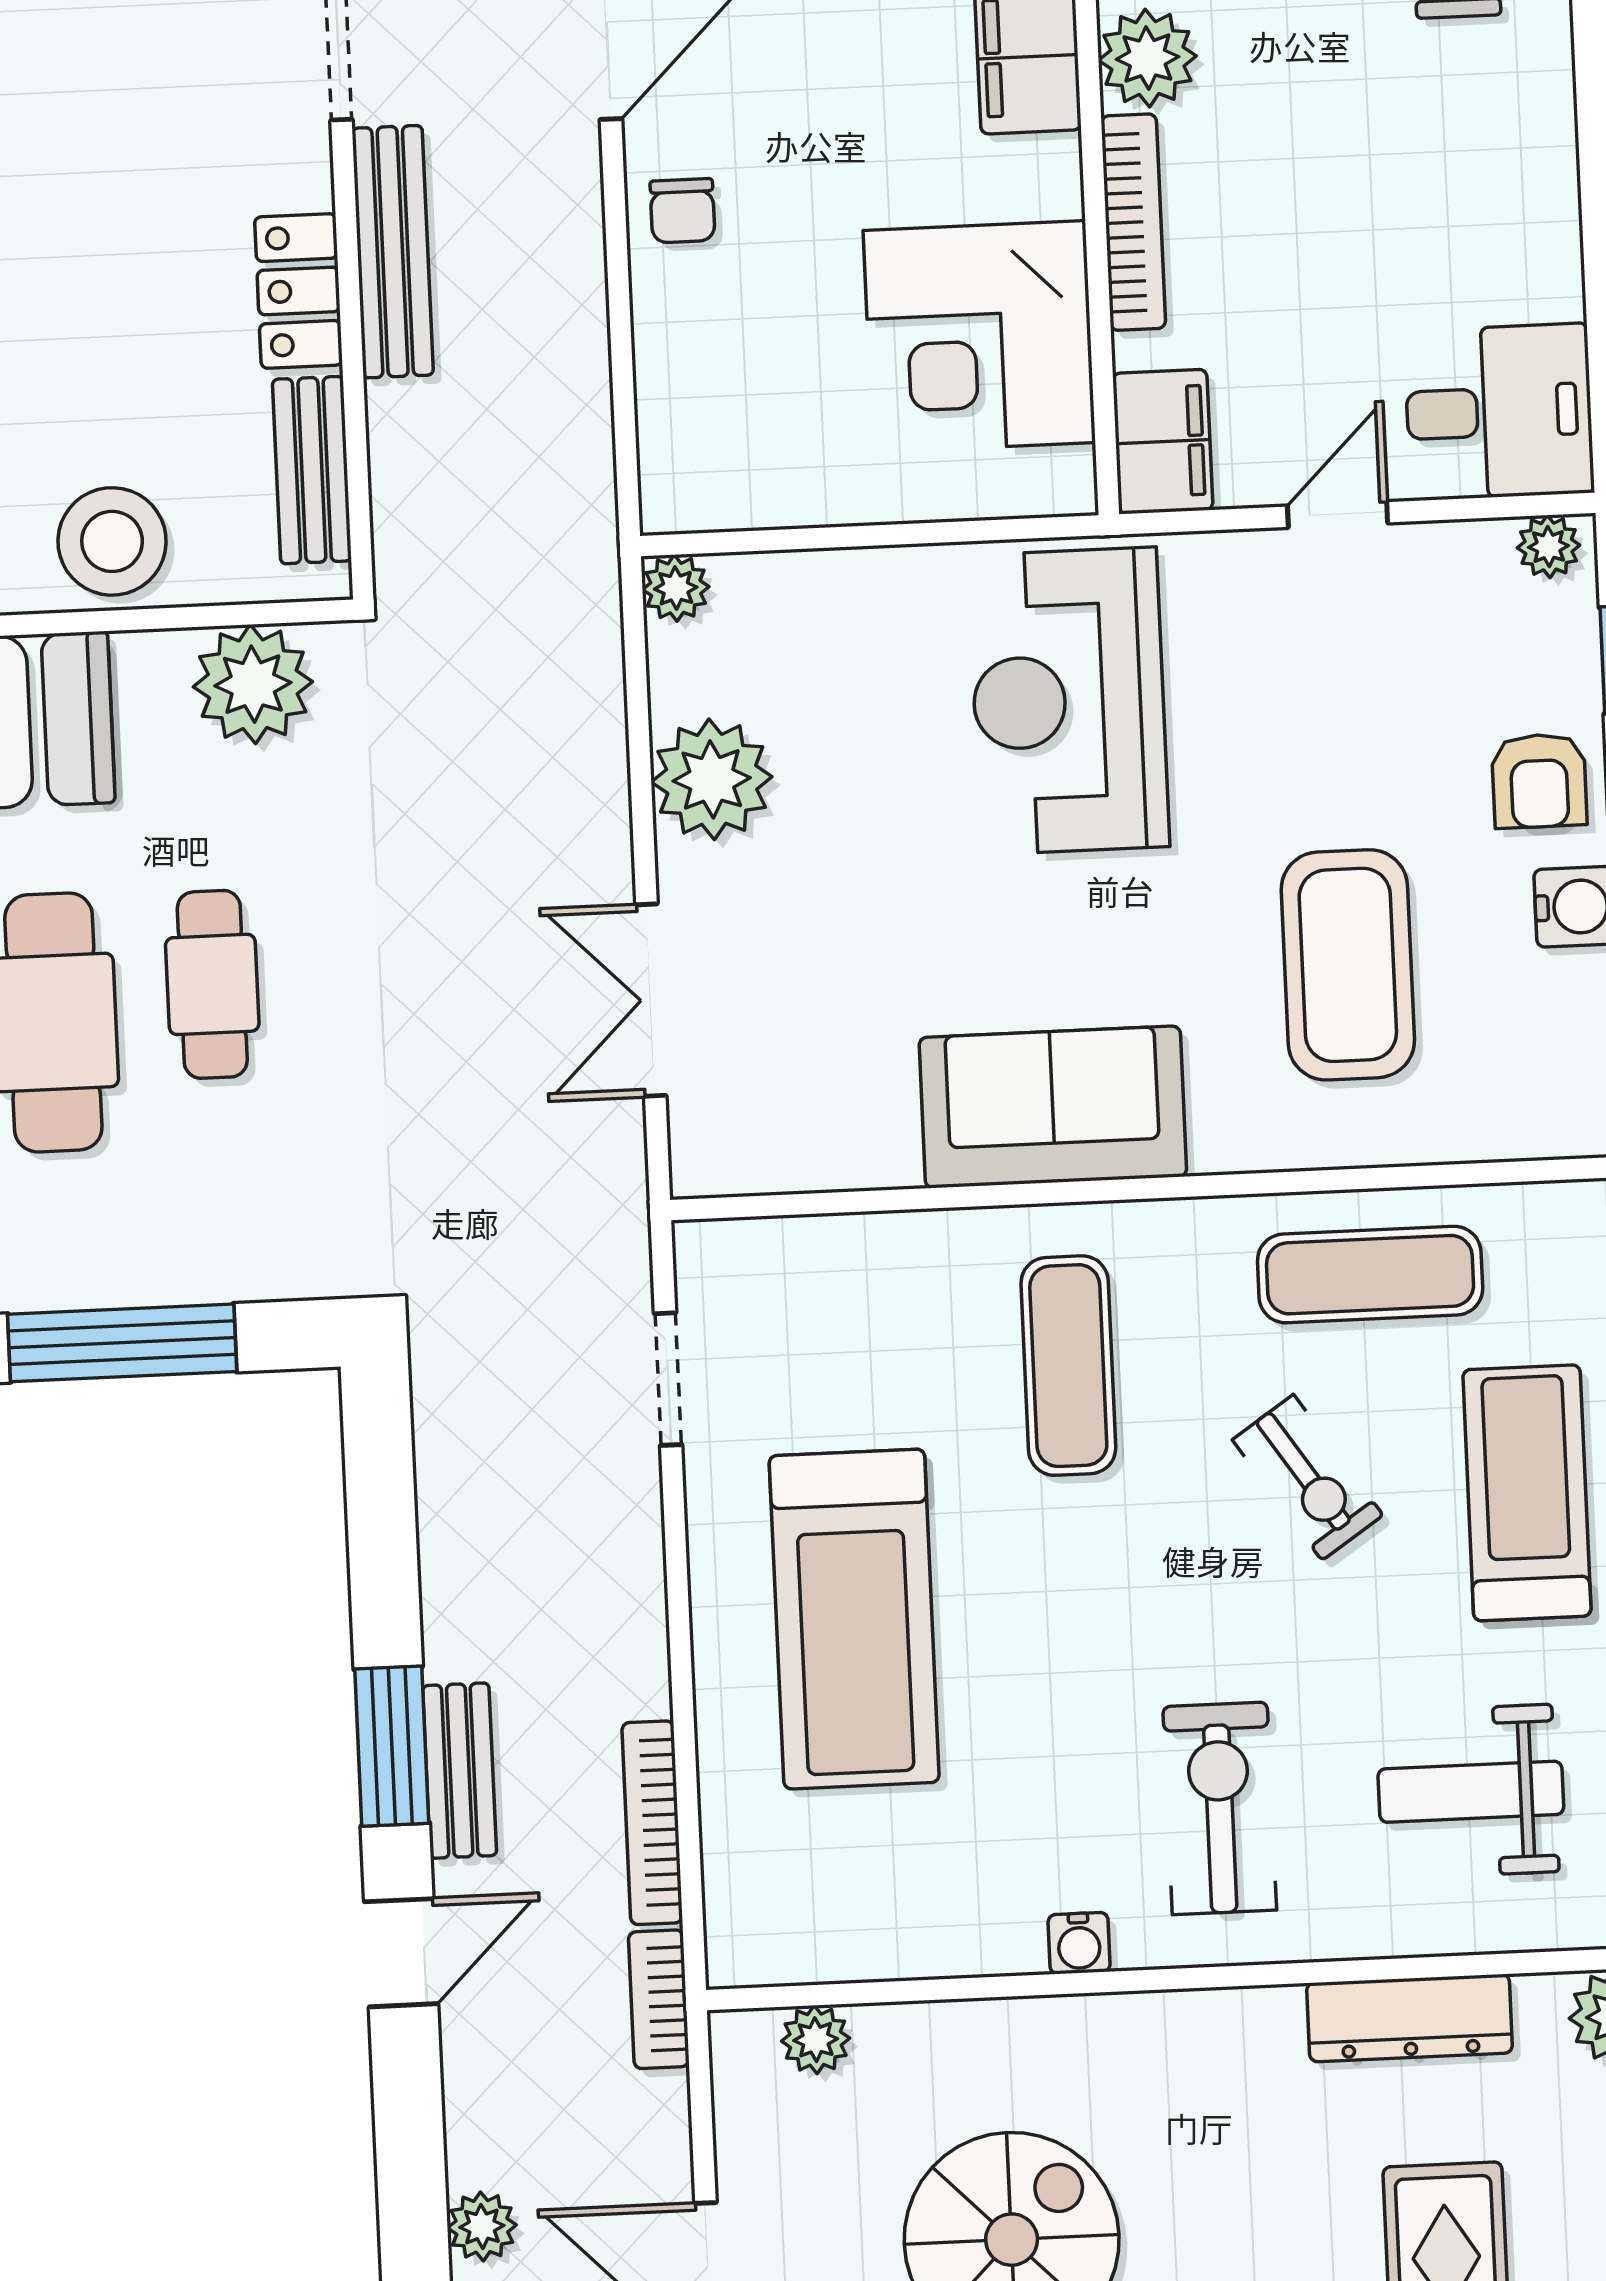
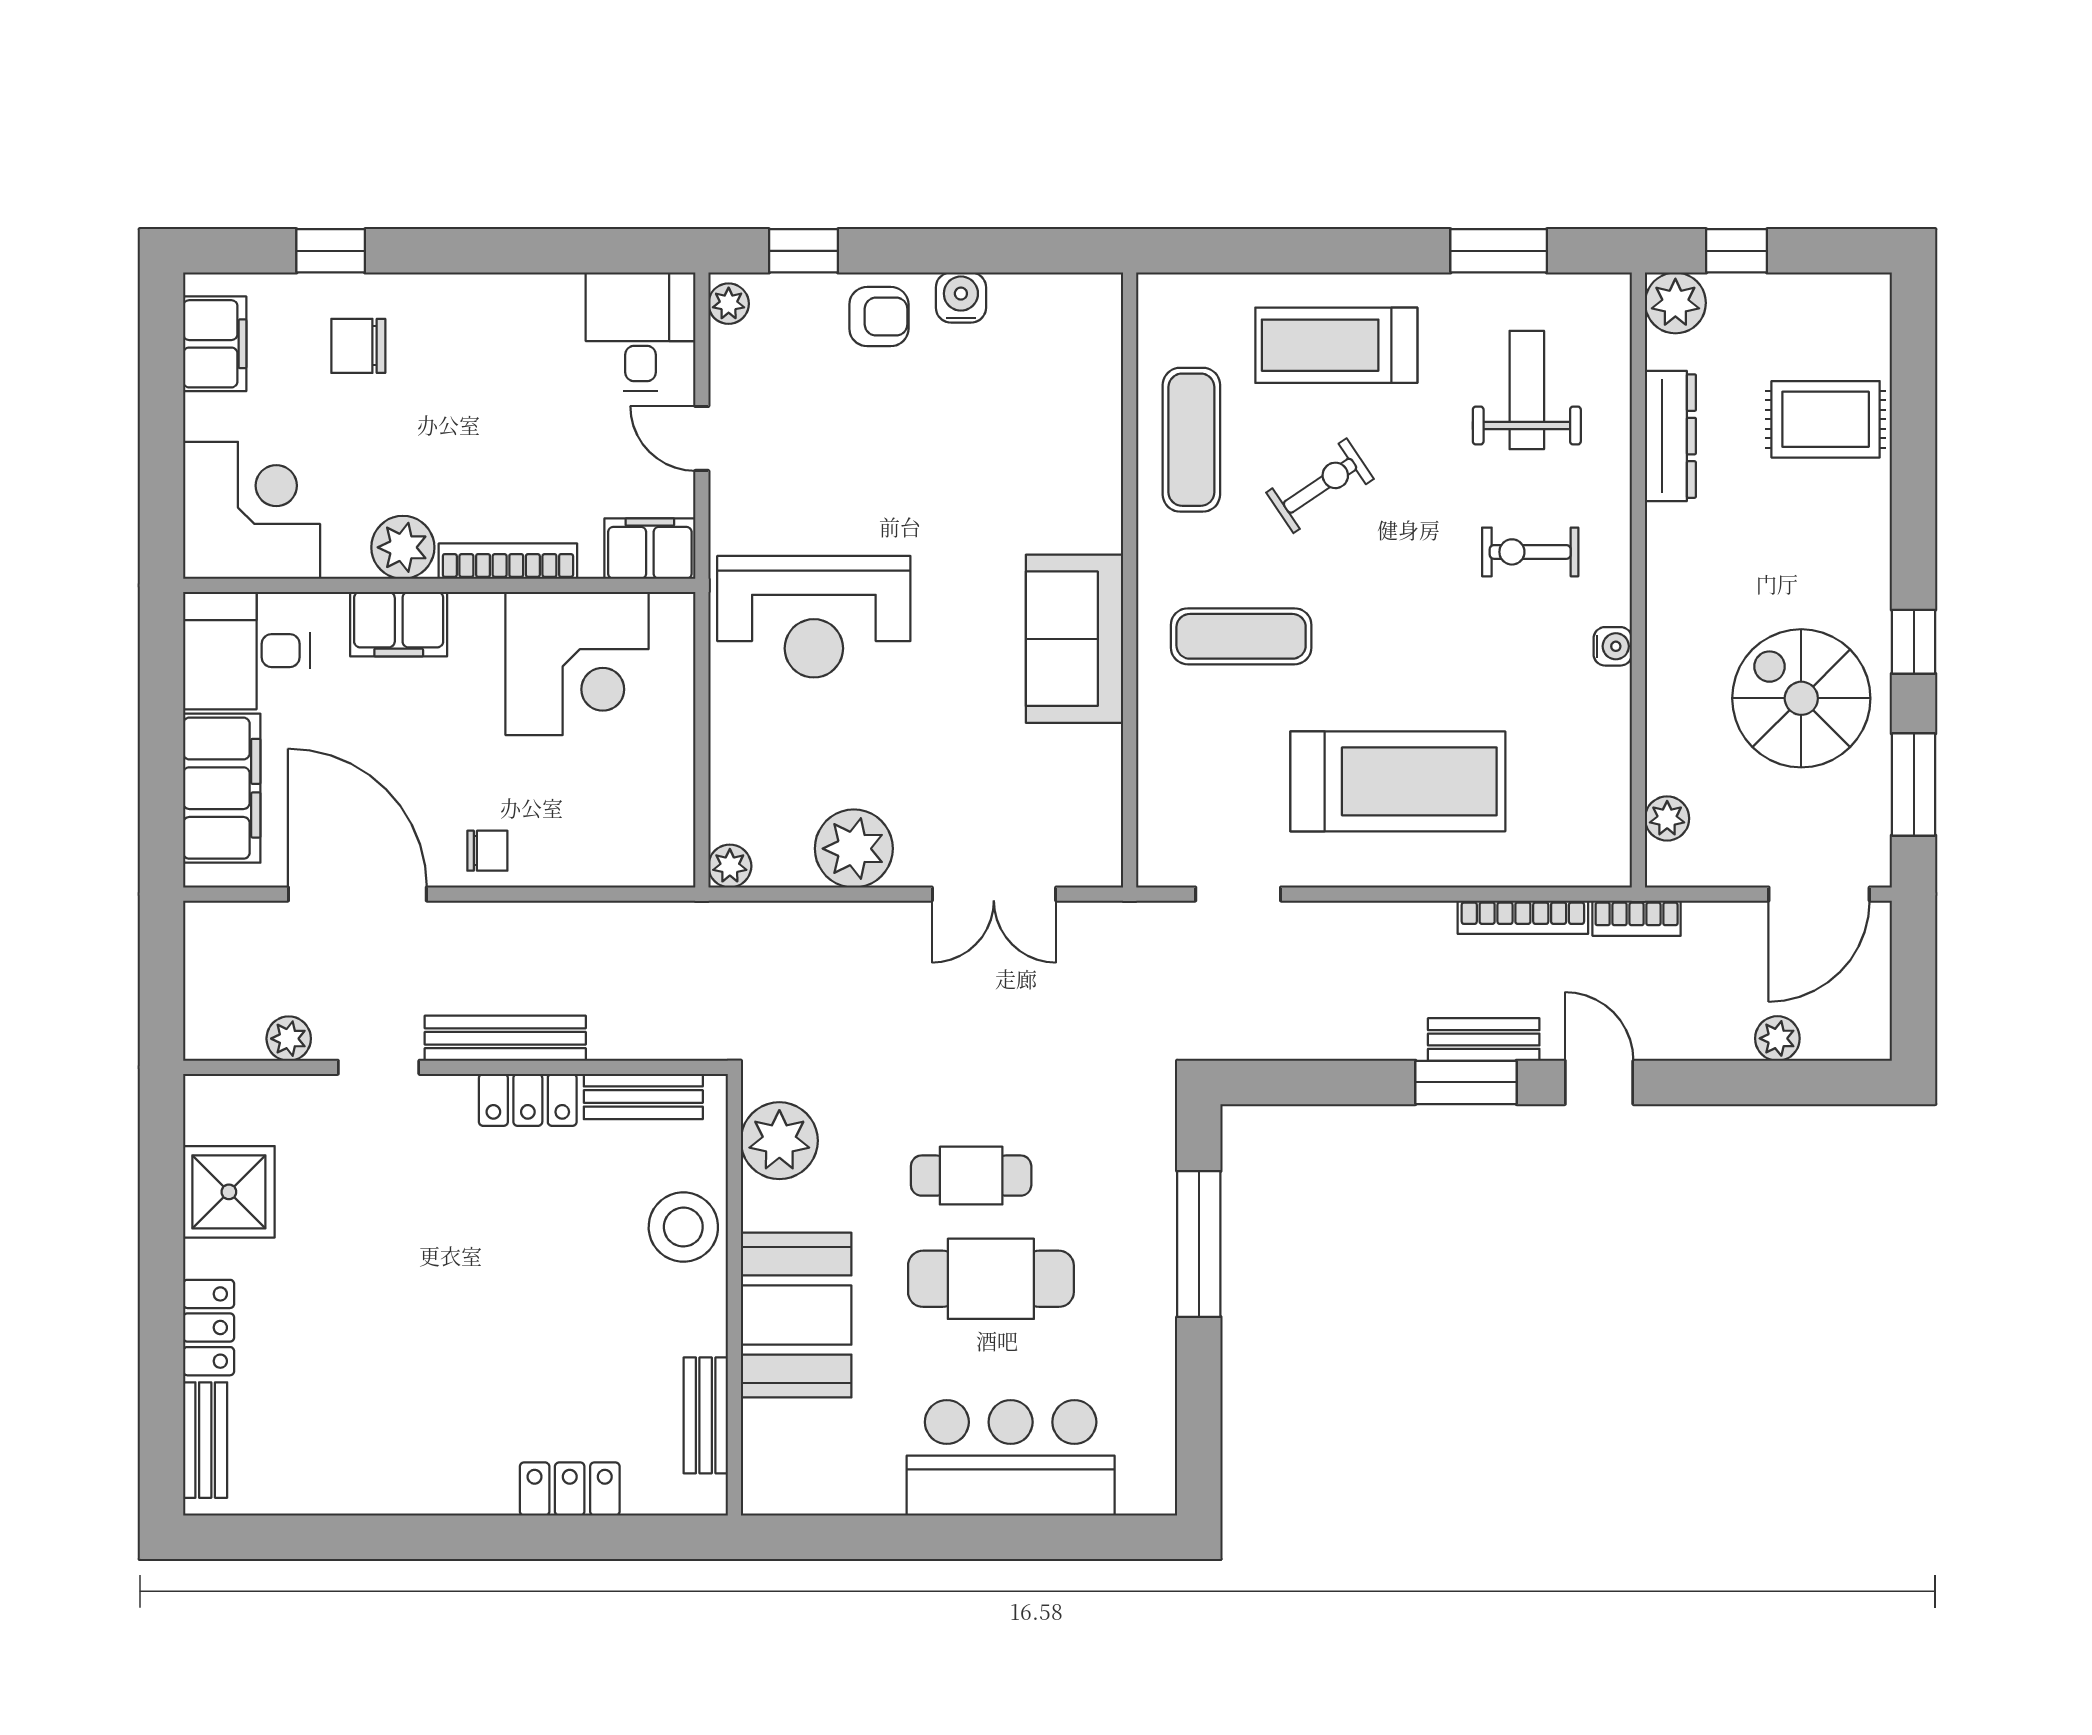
coffee table: (1348, 965) -> (992, 445), removed
weight bench: (1471, 1792) -> (1527, 390), turned 180
exercise bike: (1220, 1808) -> (1530, 552), width x0.73, depth x0.72

